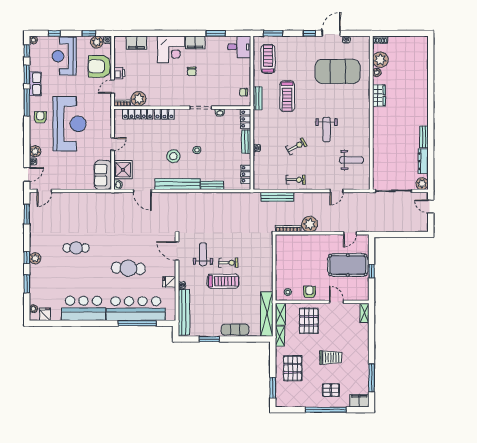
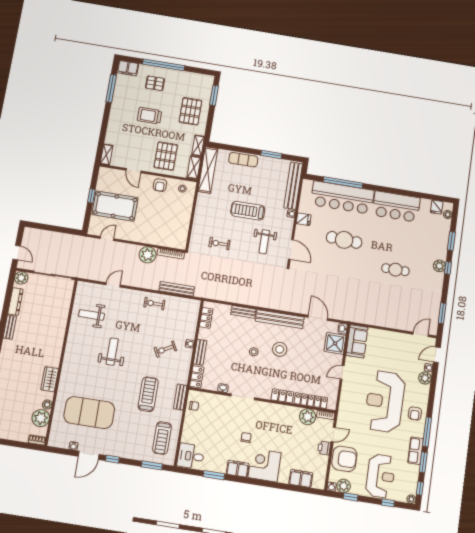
exercise bike: (296, 146) -> (165, 349), moved
exercise bike: (228, 263) -> (219, 244), moved

